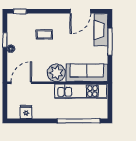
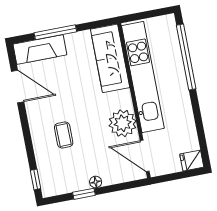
plant: (56, 73) -> (123, 123), moved
kitchen unit: (81, 91) -> (143, 77), width x1.36
fridge: (26, 112) -> (192, 161), moved

